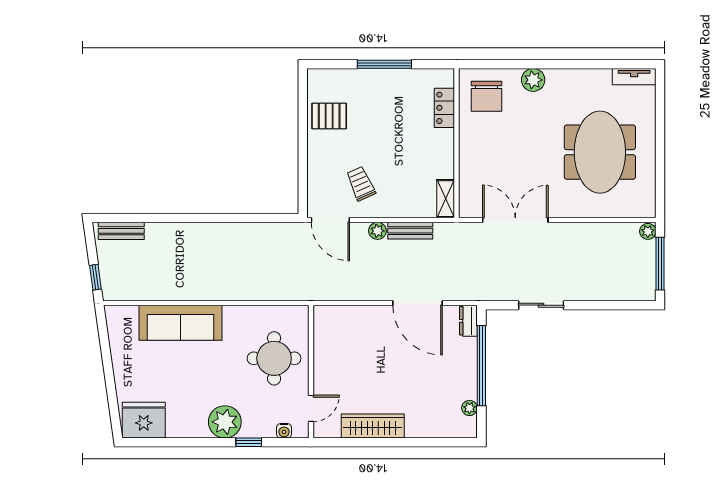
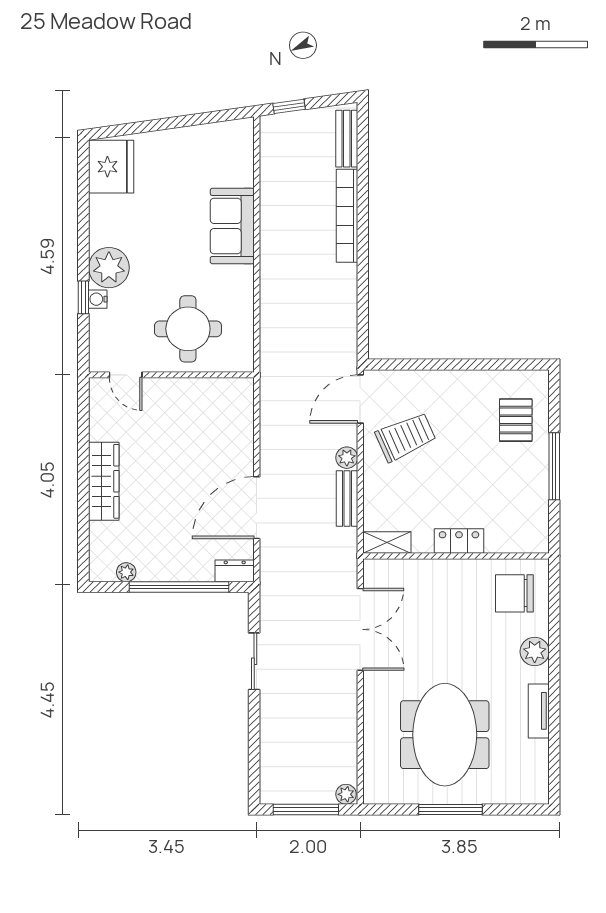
tv unit: (634, 77) -> (539, 711), moved
locker: (444, 108) -> (459, 541), moved
pallet: (329, 116) -> (516, 420), moved
window: (660, 148) -> (450, 810), added
meeting table: (600, 152) -> (445, 735), turned 90
trolley: (361, 184) -> (406, 437), width x1.36, depth x1.39
bookcase: (183, 231) -> (347, 216), added
sofa: (180, 323) -> (232, 226), width x0.73
wardrobe: (373, 426) -> (104, 481), moved
water cooler: (284, 431) -> (98, 299), moved

